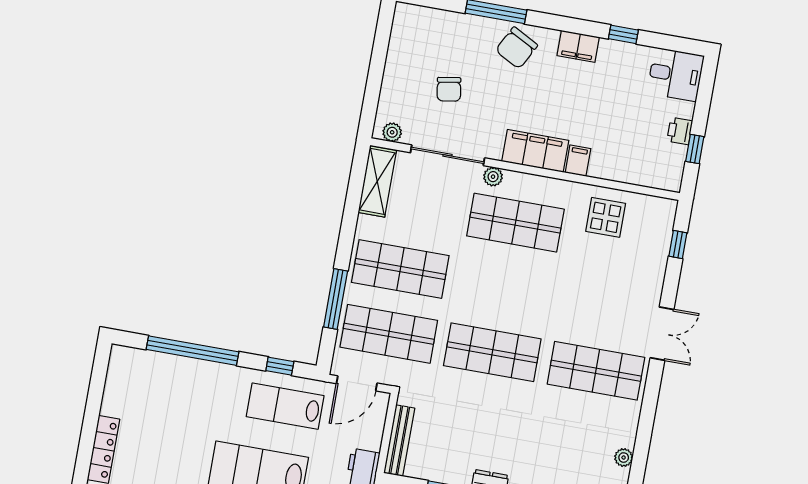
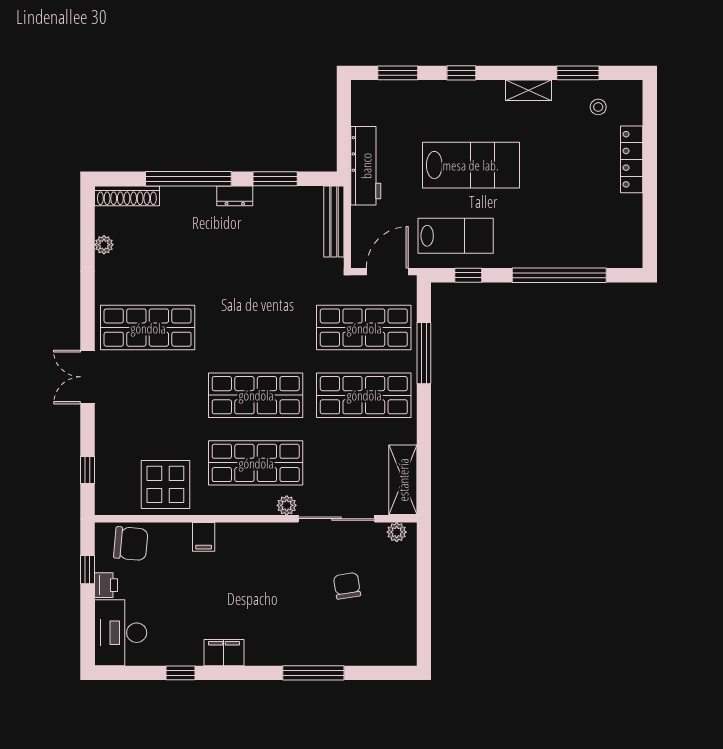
chair: (516, 48) -> (131, 544), moved, turned 67
desk: (675, 74) -> (121, 633), width x1.37
filing cabinet: (535, 151) -> (249, 539), removed
display table: (606, 217) -> (165, 484), width x1.36, depth x1.36
shop shelf: (492, 352) -> (256, 395), moved

